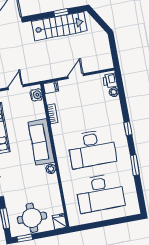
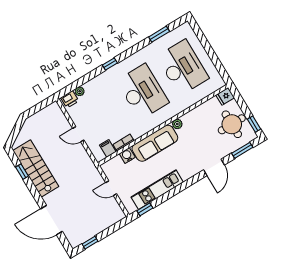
filing cabinet: (51, 87) -> (108, 148), moved
water cooler: (36, 95) -> (127, 155), moved
window: (135, 165) -> (159, 34), moved

